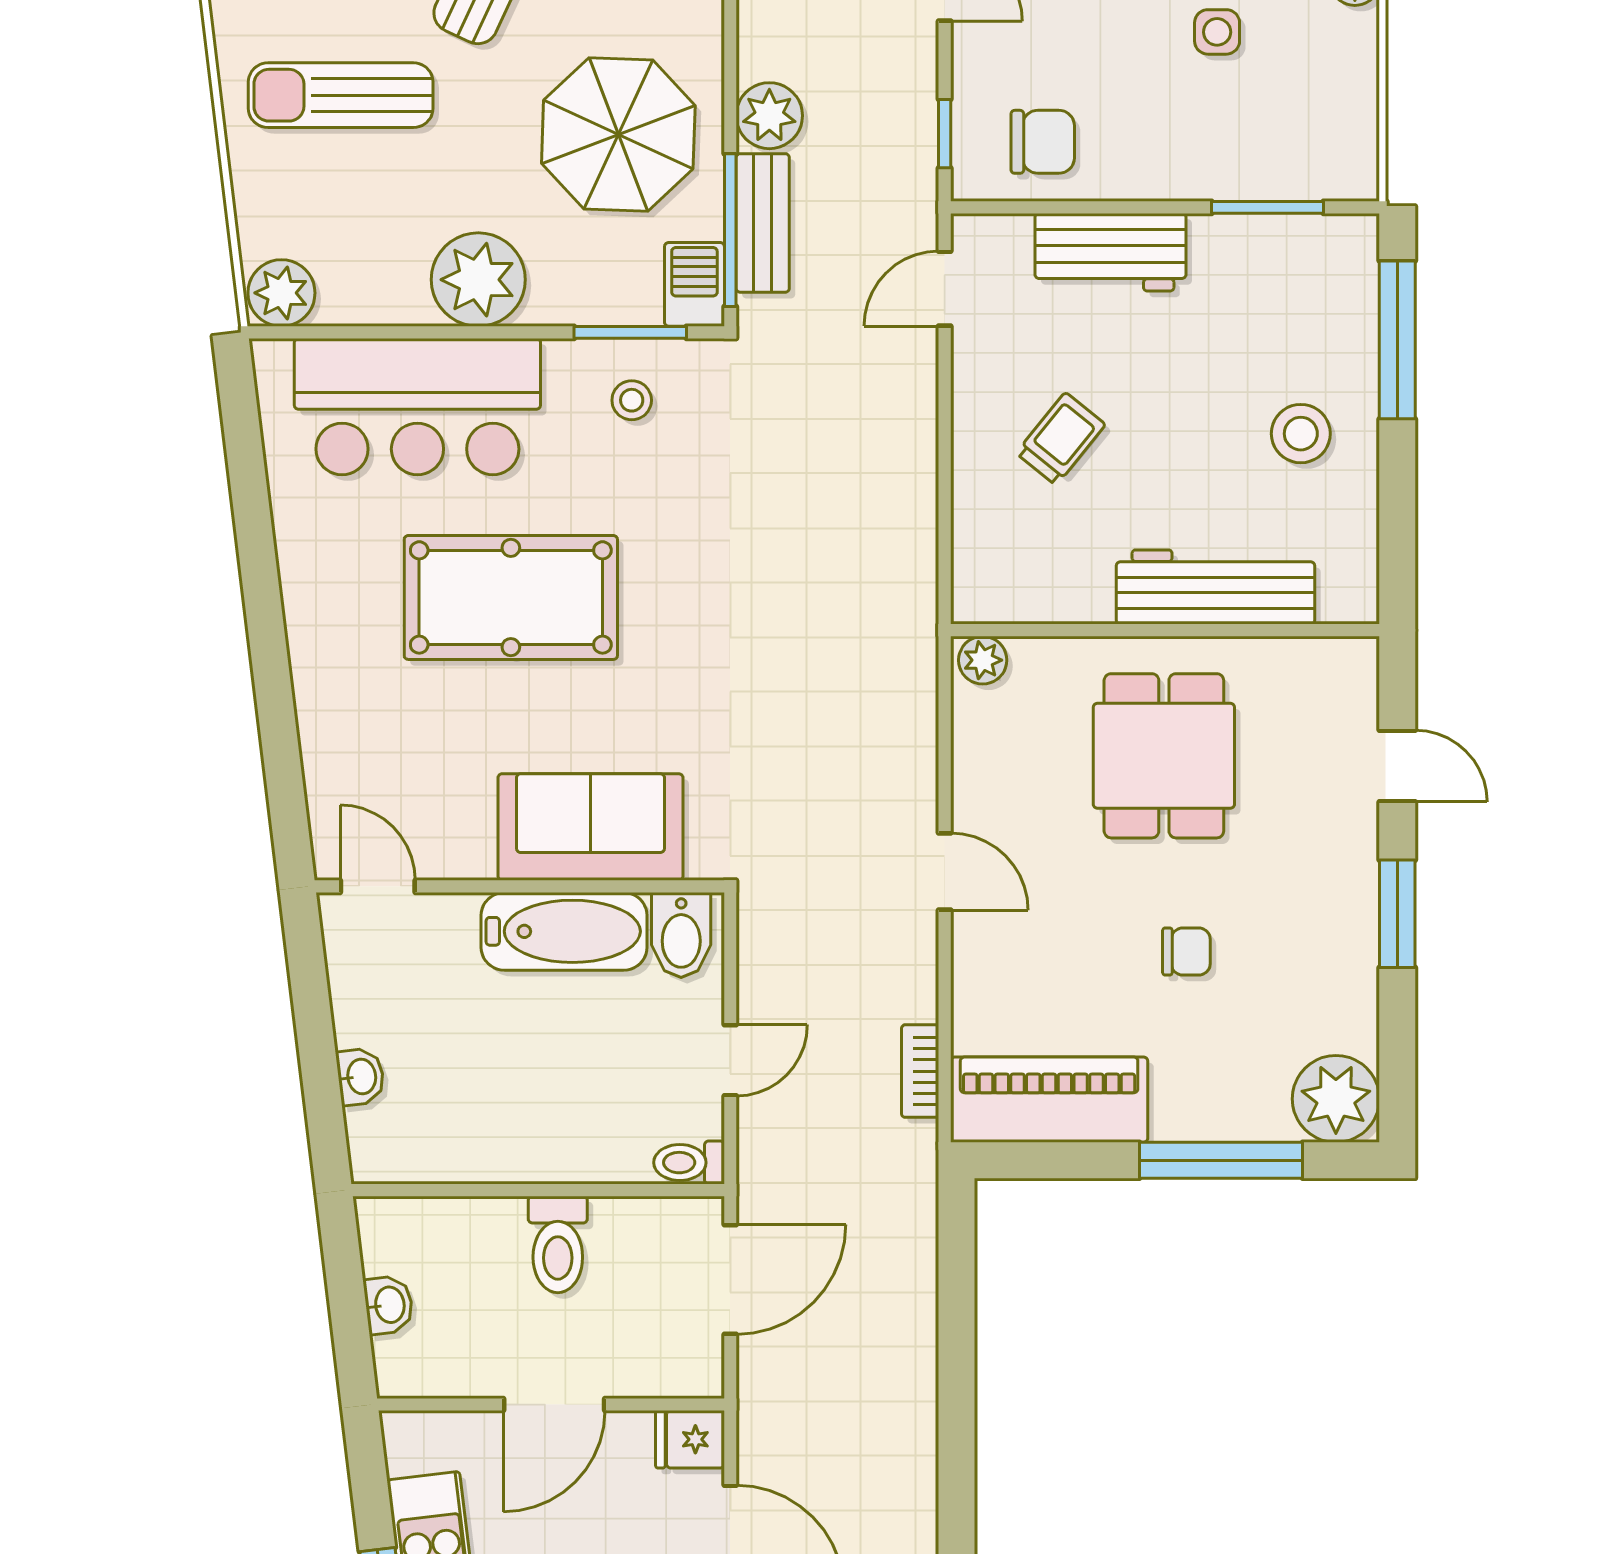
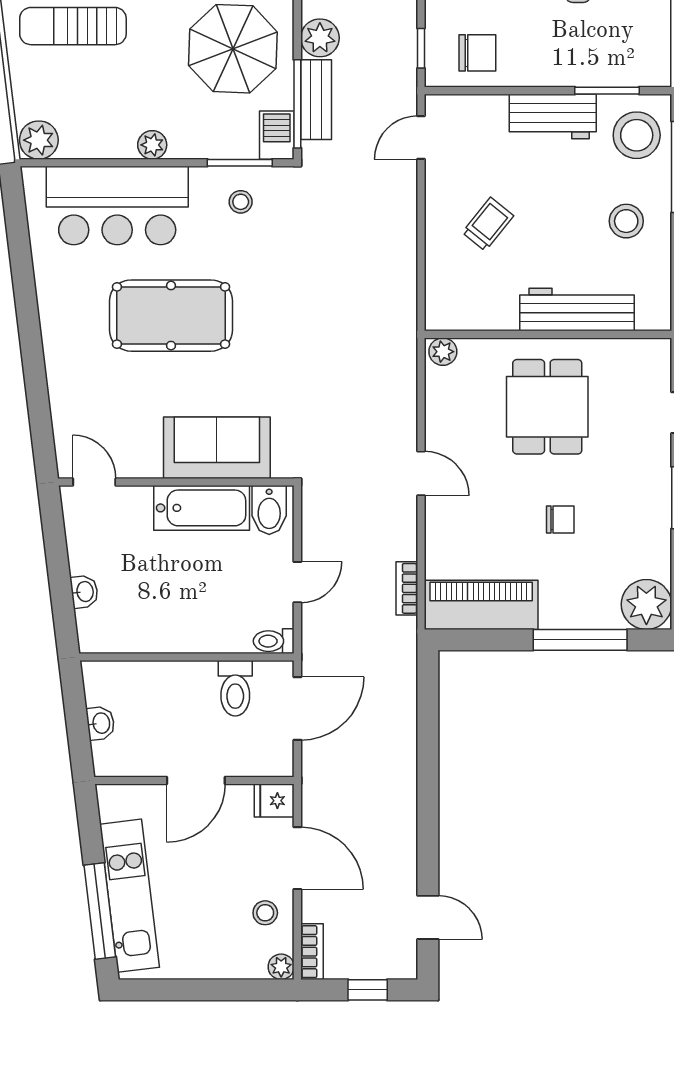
workbench: (1110, 252) -> (553, 117), moved
plant: (478, 280) -> (152, 145), width x0.53, depth x0.53
stool: (1319, 285) -> (637, 135), added
toilet: (558, 1244) -> (235, 688), moved

